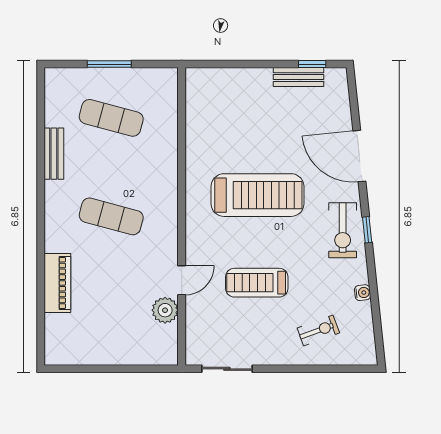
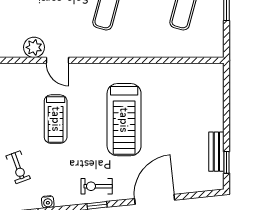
exercise bike: (343, 230) -> (97, 186), width x0.73, depth x0.72
treadmill: (257, 283) -> (56, 119), turned 180

